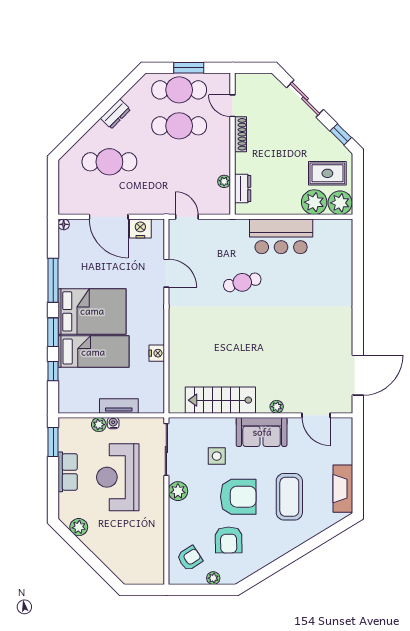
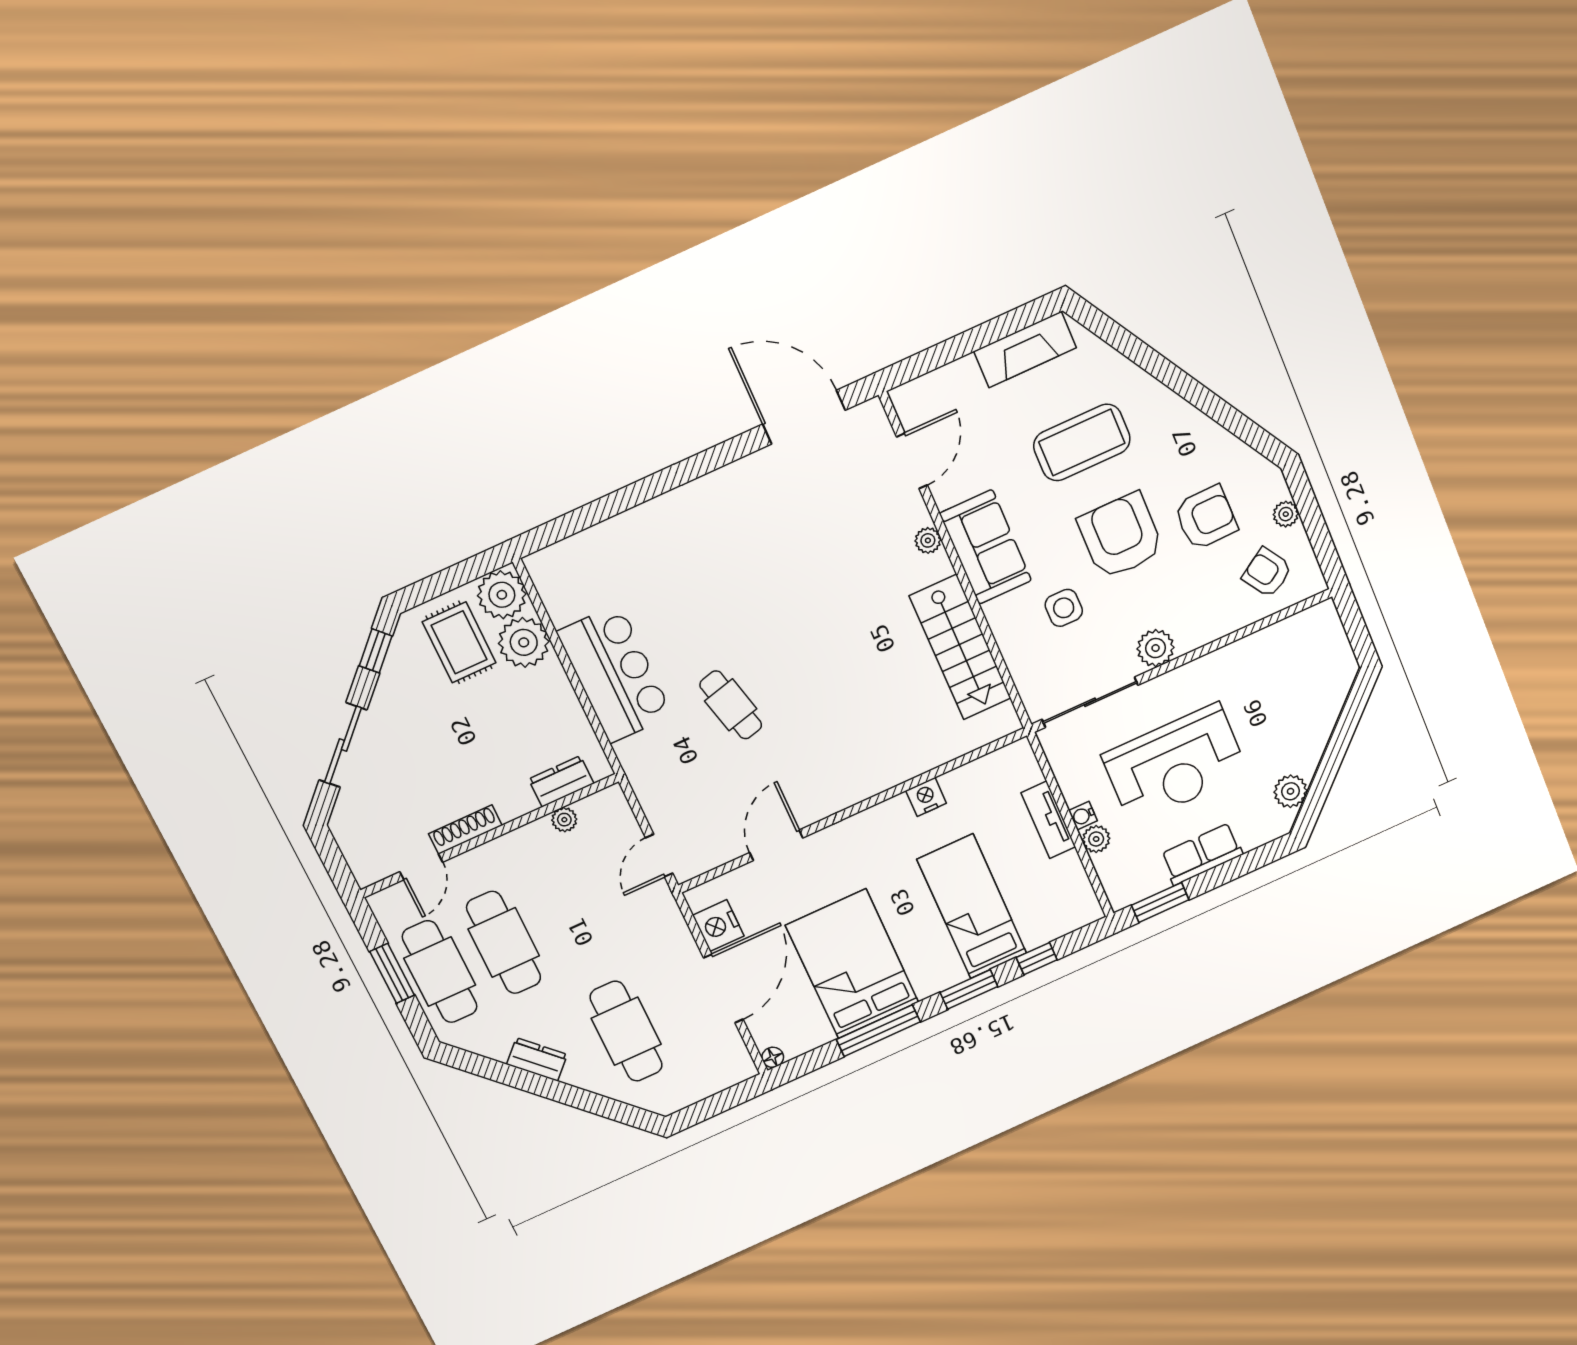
bed: (92, 311) -> (852, 964), moved

